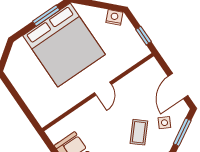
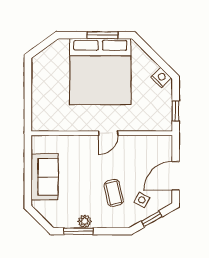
coffee table: (139, 132) -> (114, 193), turned -53
window: (182, 132) -> (152, 219), width x0.67

